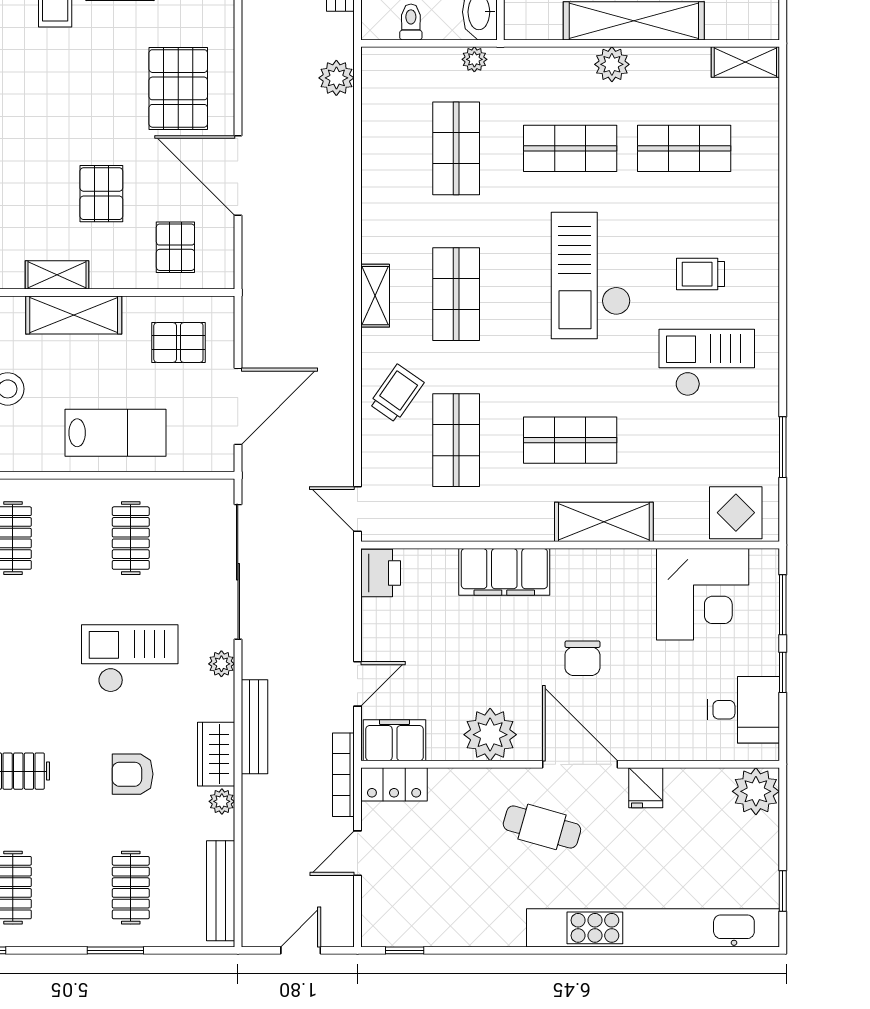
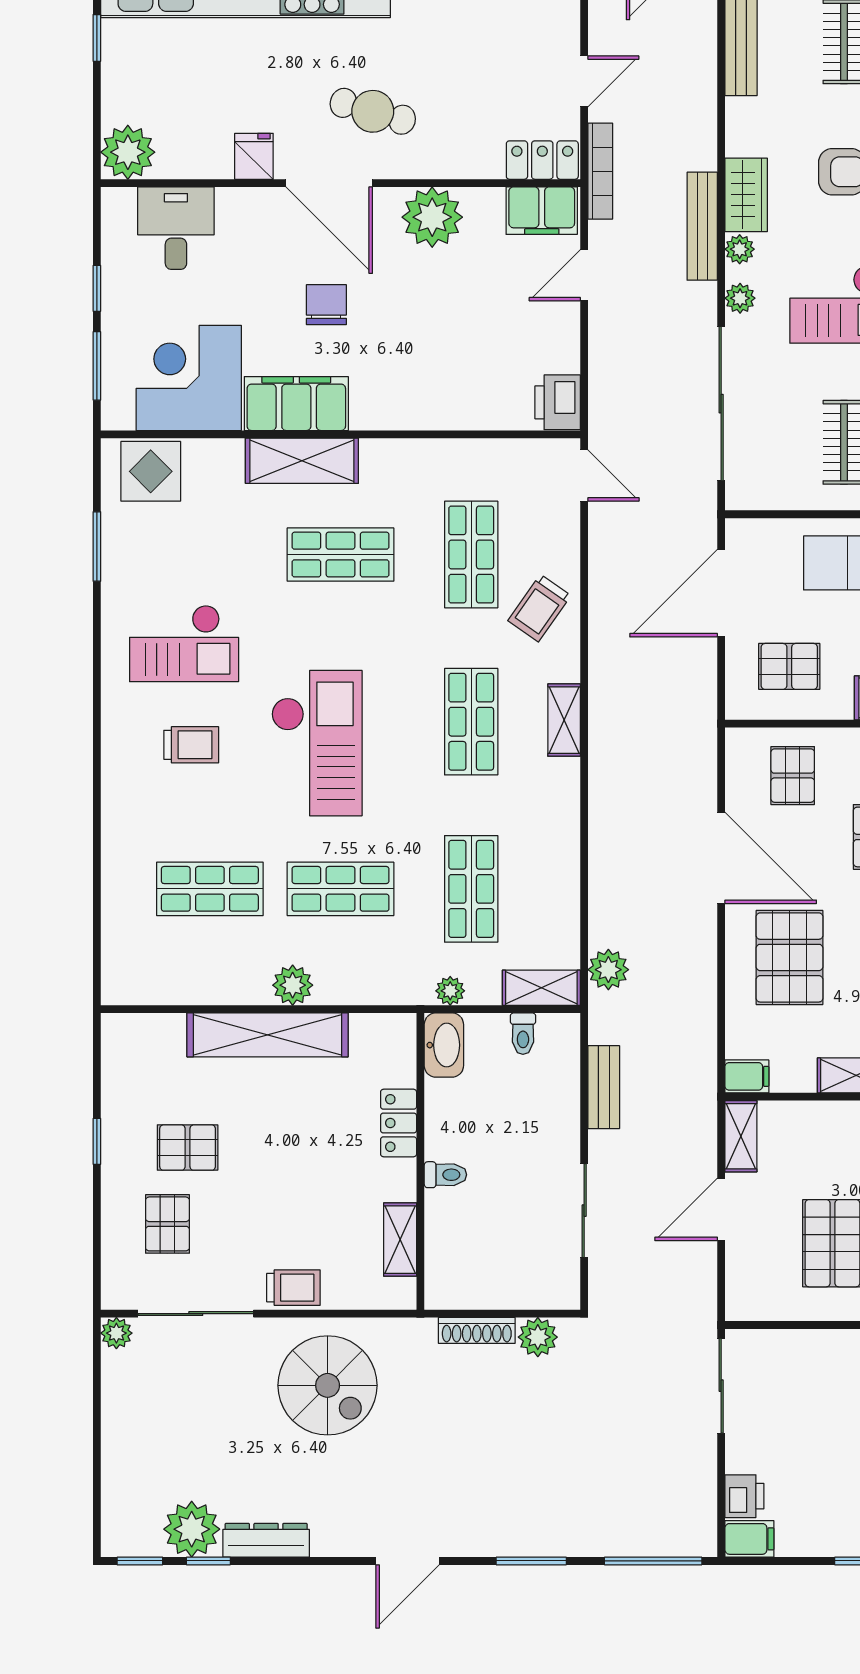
shelving: (745, 62) -> (541, 988), moved
filing cabinet: (504, 572) -> (296, 404), moved
desk: (743, 710) -> (176, 228), moved, turned 90
plant: (222, 801) -> (740, 249), moved

